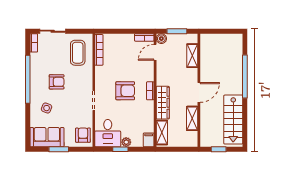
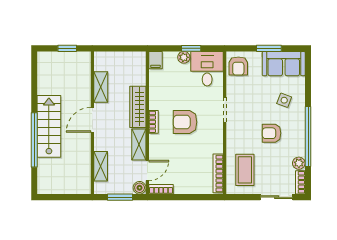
plant: (35, 58) -> (299, 163), added
stairs: (233, 120) -> (49, 126), moved
shelving: (162, 132) -> (139, 145), moved

